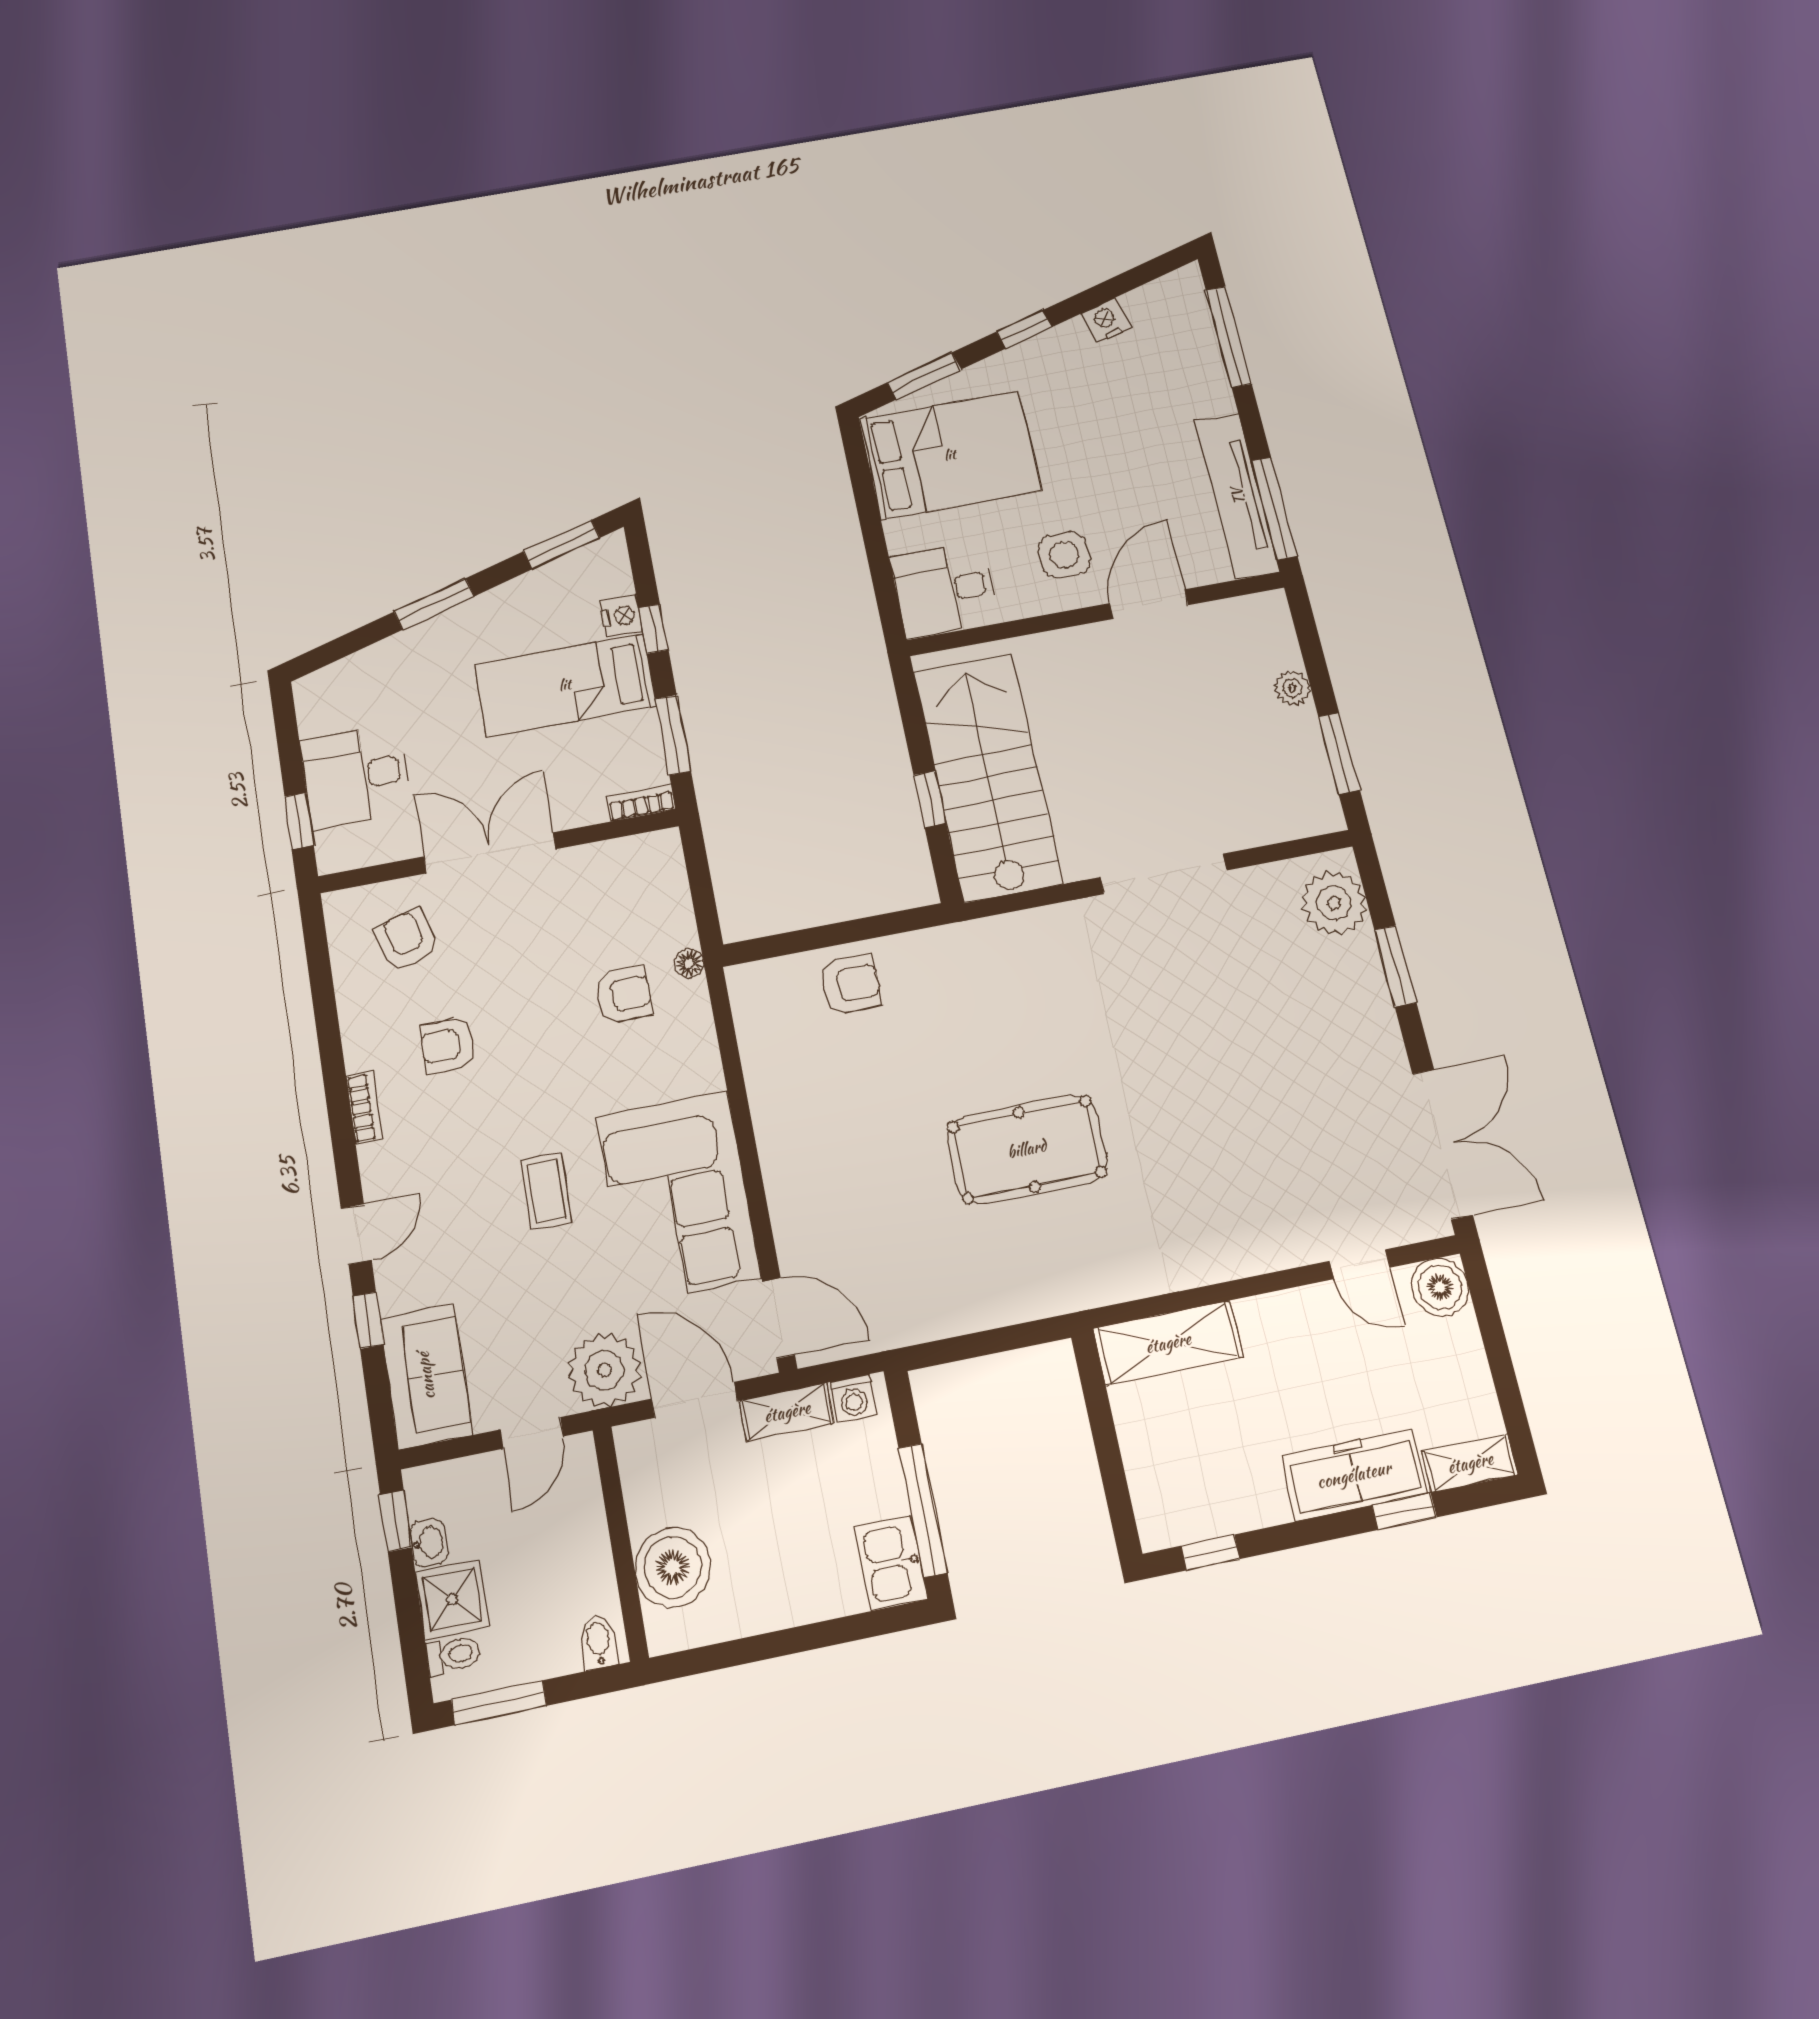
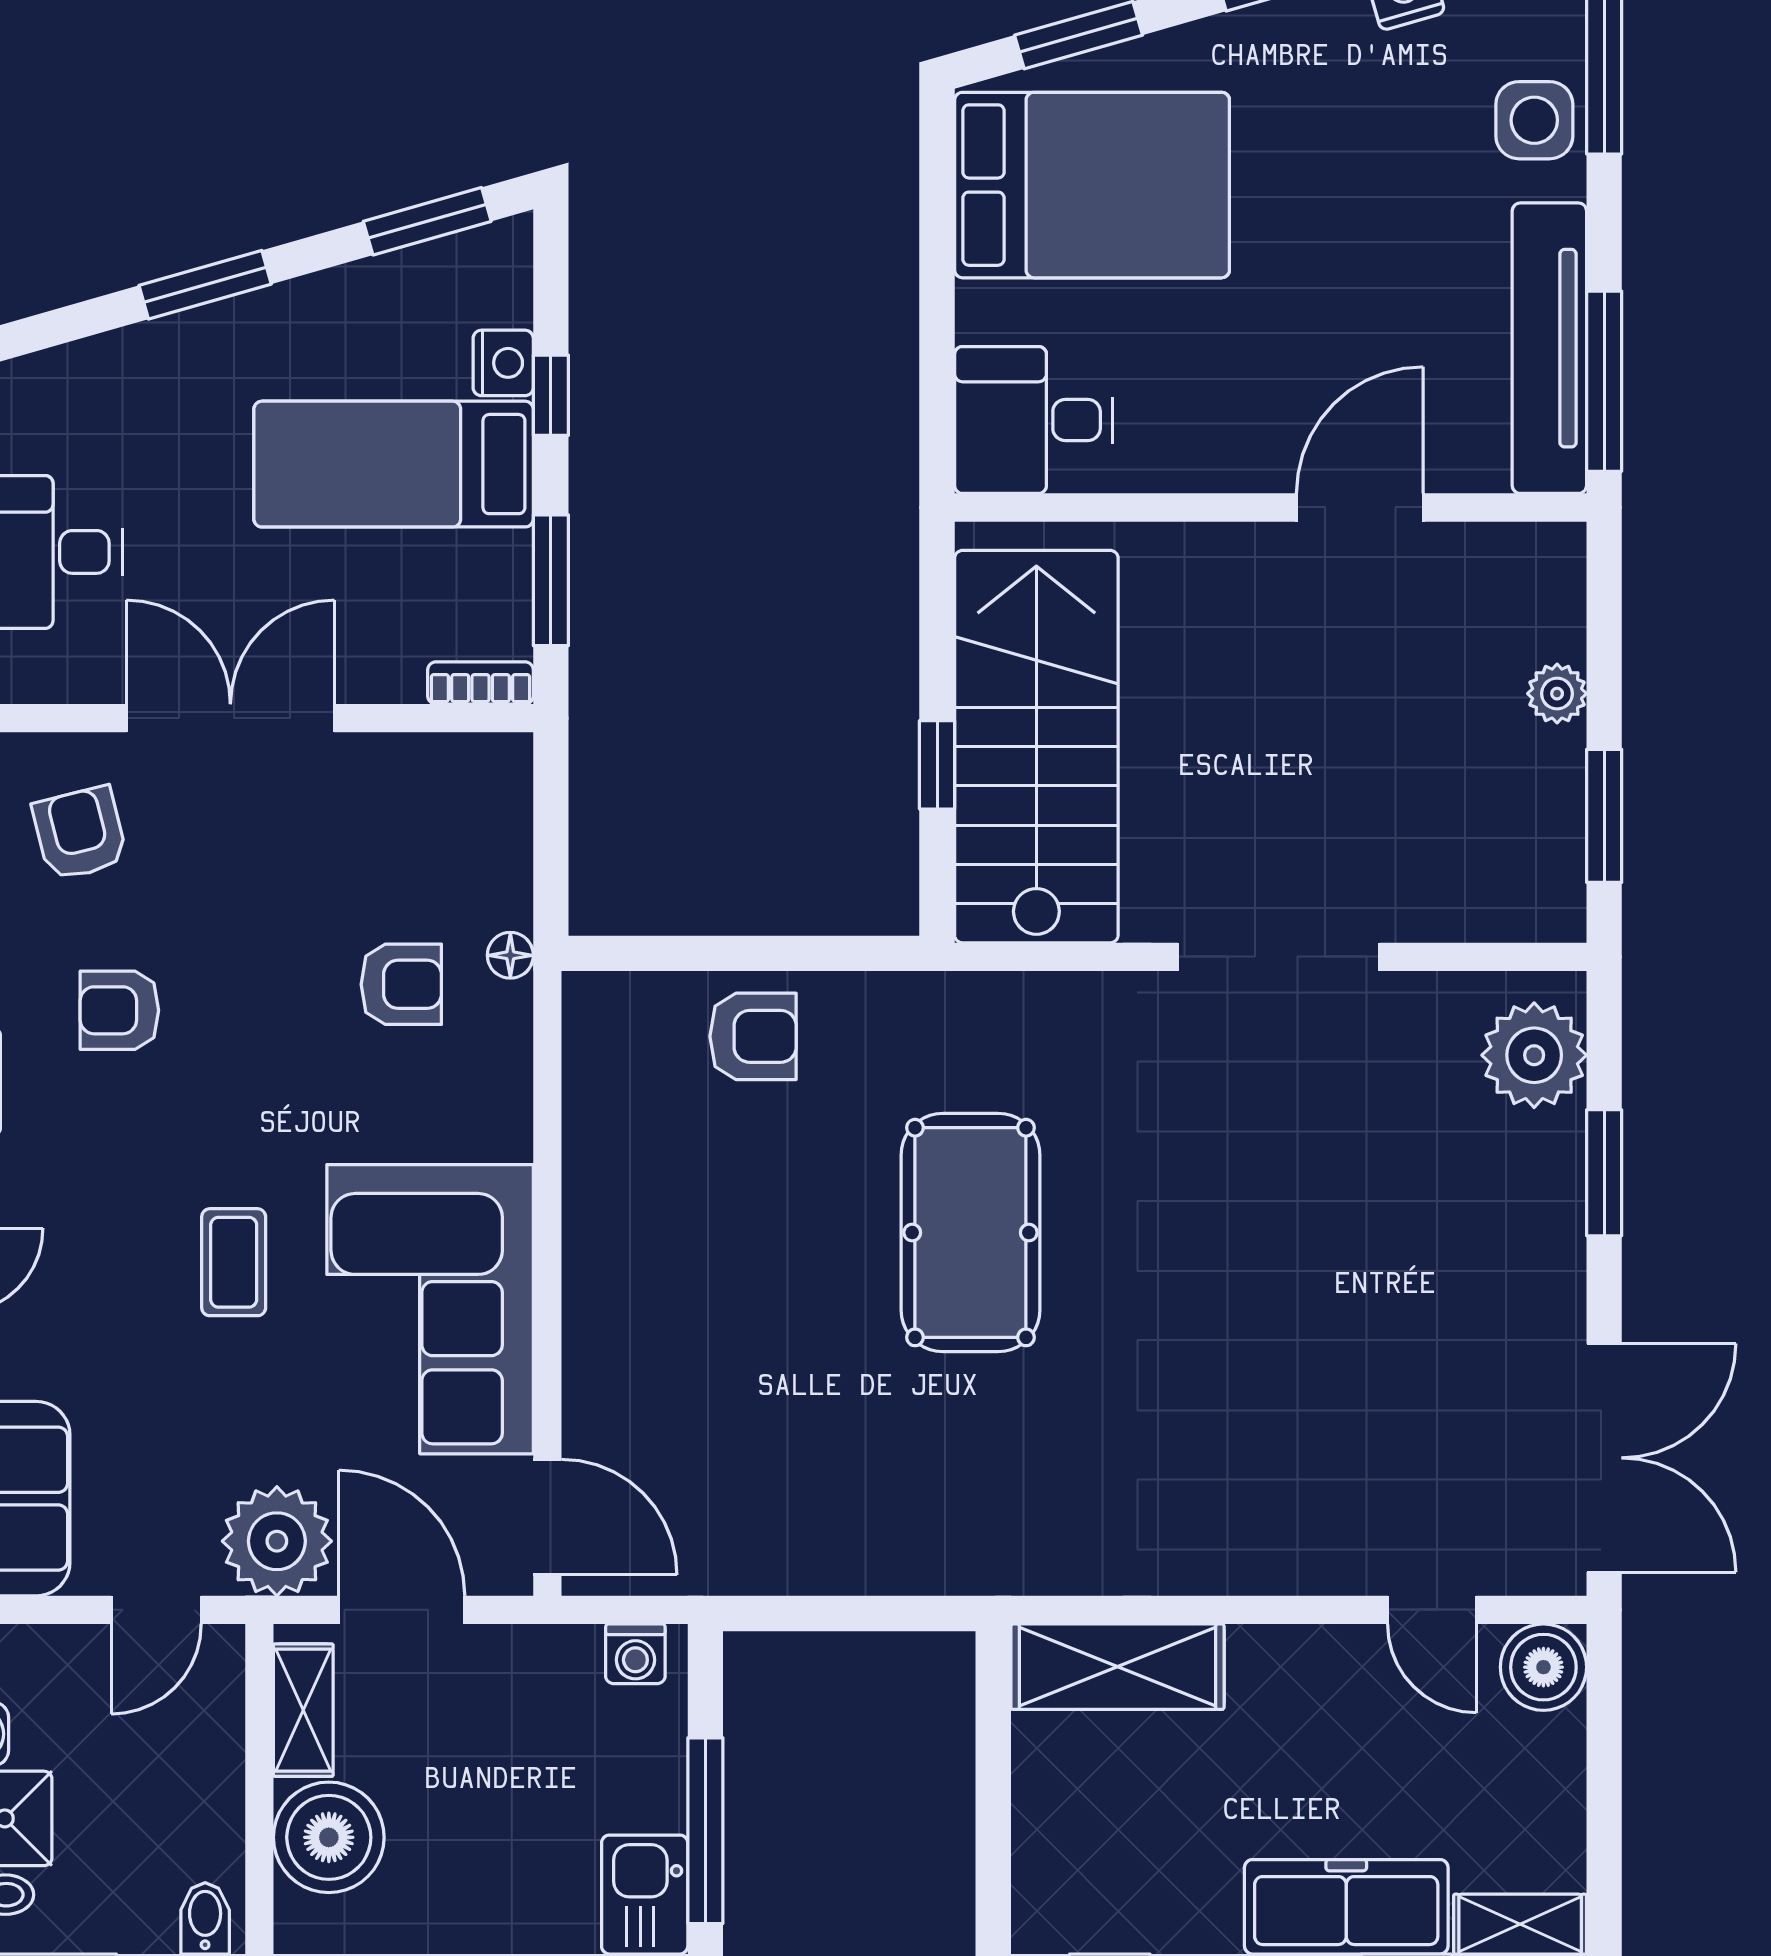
side table: (1064, 555) -> (1534, 120), moved
pool table: (1027, 1149) -> (970, 1233), moved, turned 90
shelving: (787, 1412) -> (303, 1710), moved, turned 90

